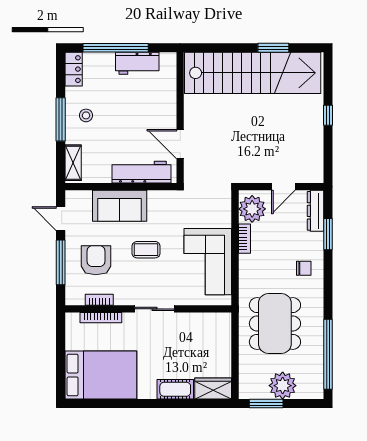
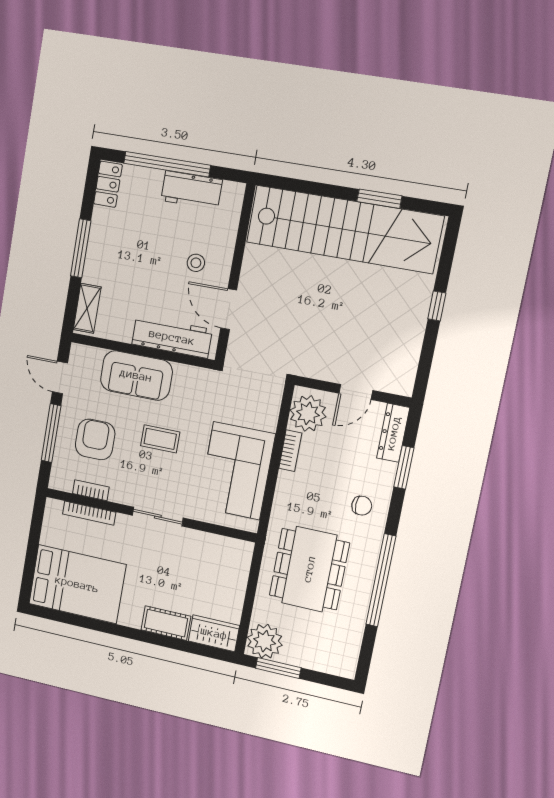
stool: (86, 115) -> (196, 263), moved
window: (328, 354) -> (381, 580), moved
plant: (283, 386) -> (265, 641), moved

